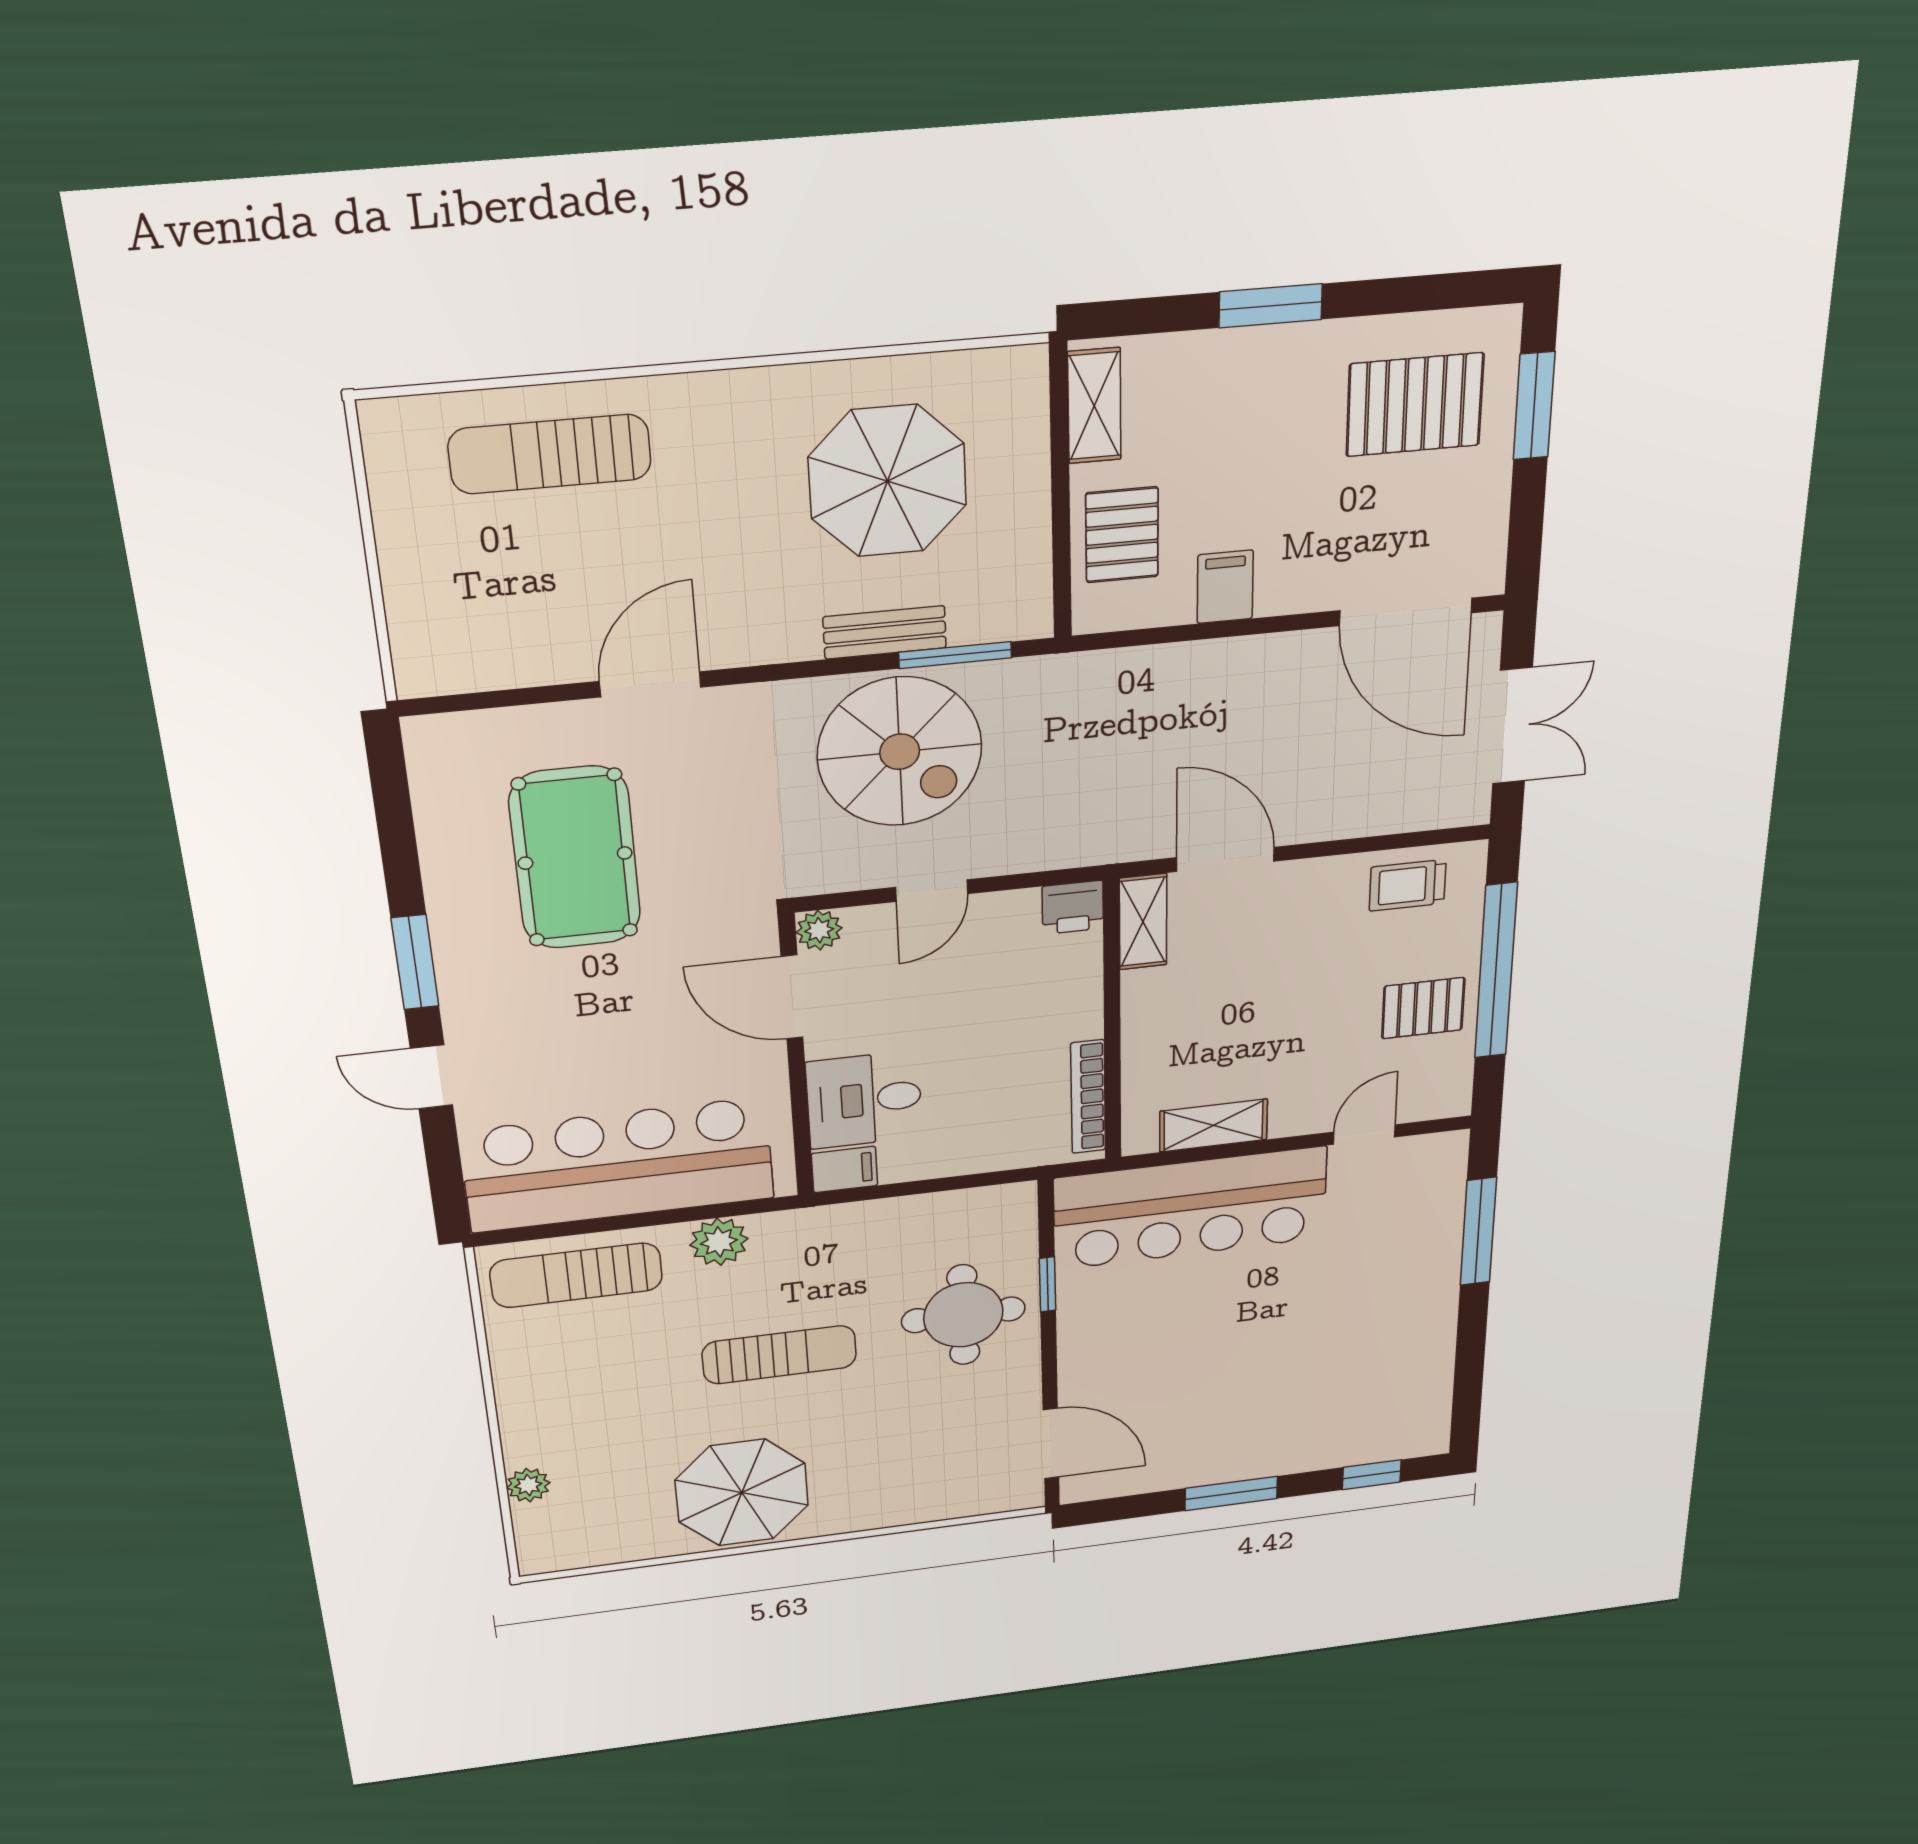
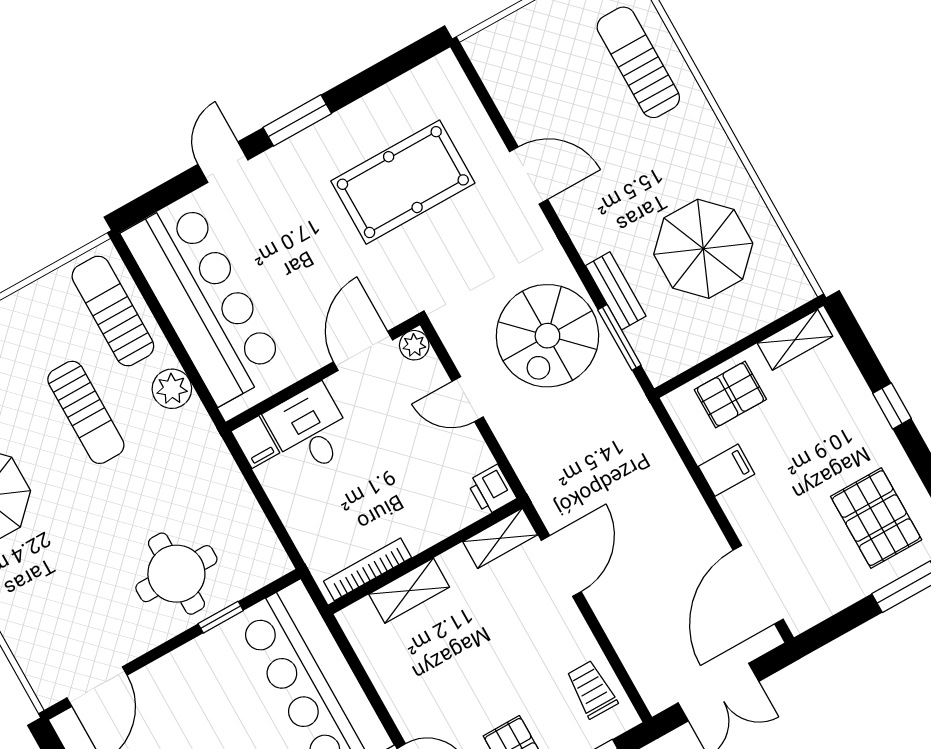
window: (1271, 306) -> (892, 406), width x0.67
shelving: (1213, 1125) -> (409, 591), moved, turned 90
sun lounger: (779, 1355) -> (86, 412), moved

